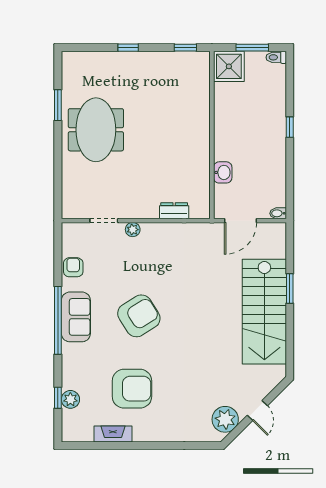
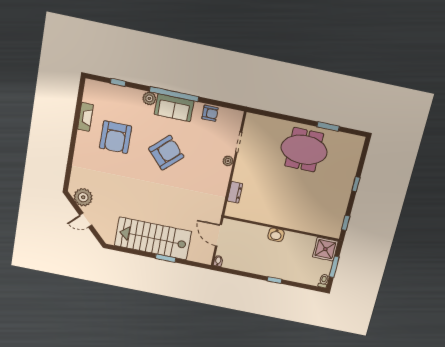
washbasin: (223, 172) -> (276, 235), moved
armchair: (139, 316) -> (166, 153), turned -101
plant: (70, 399) -> (149, 98), moved

